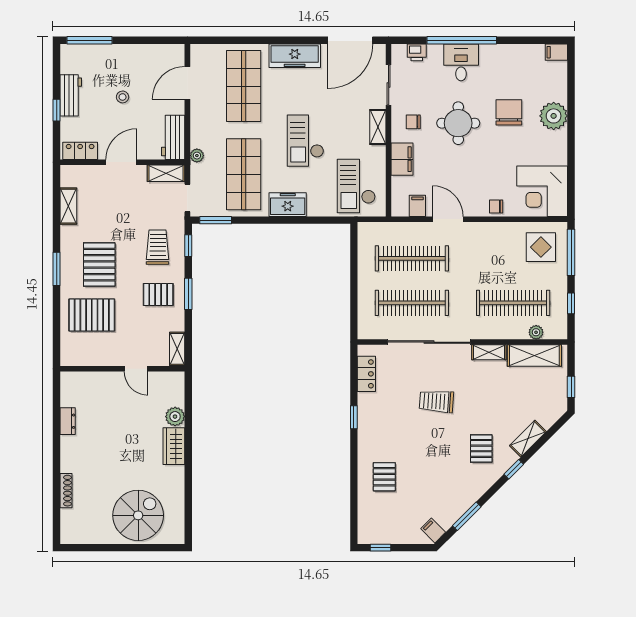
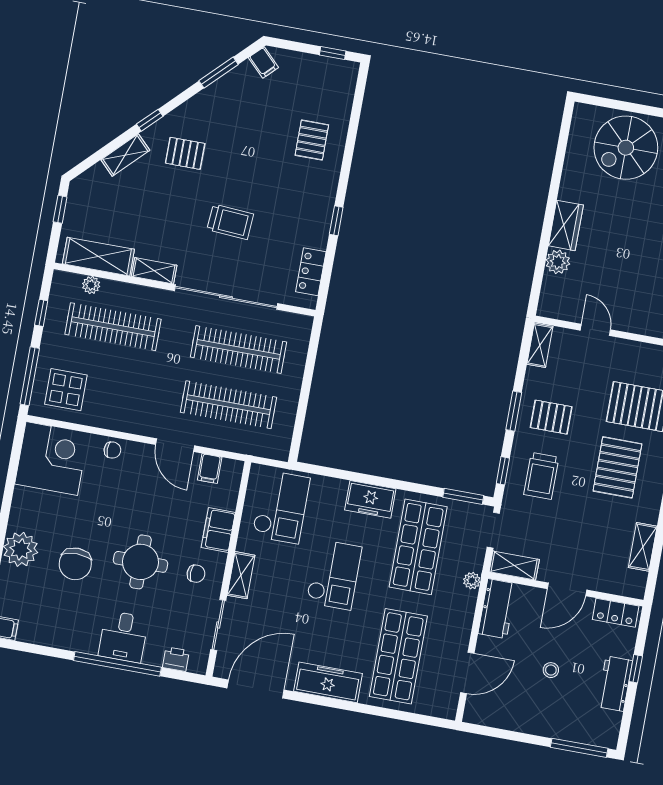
pallet: (481, 448) -> (185, 153), turned 90

